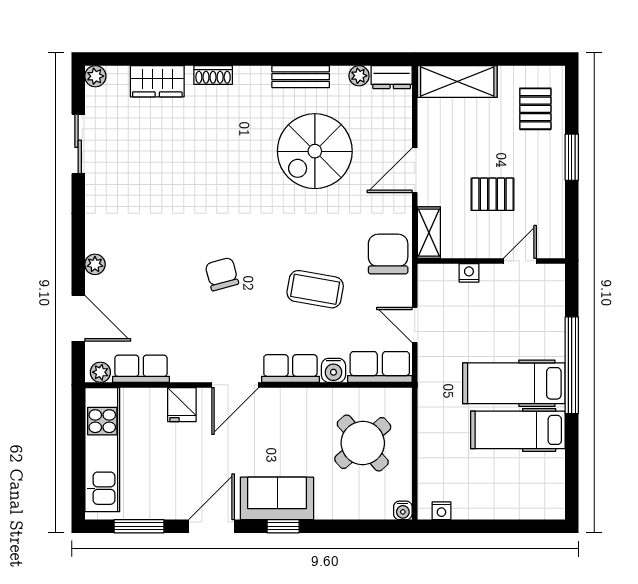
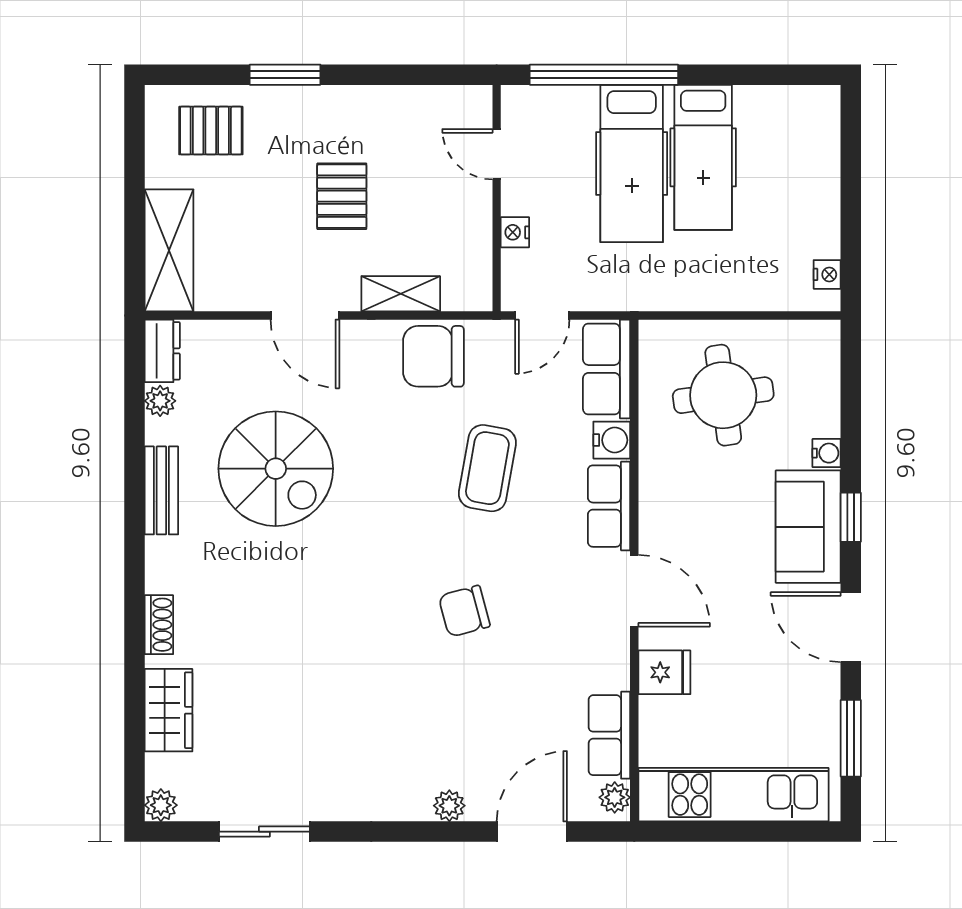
wall: (491, 261) -> (497, 198), moved
door: (520, 261) -> (497, 154), moved
nightstand: (469, 273) -> (515, 232), moved
round table: (363, 443) -> (723, 395), turned 33
water cooler: (403, 510) -> (827, 453), moved

